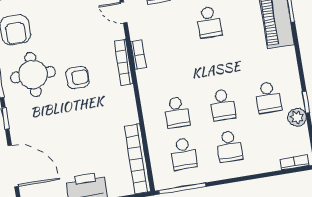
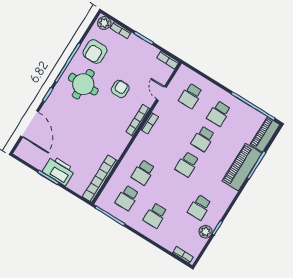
armchair: (77, 78) -> (120, 89), moved, turned -90
school desk: (223, 105) -> (187, 164), moved

